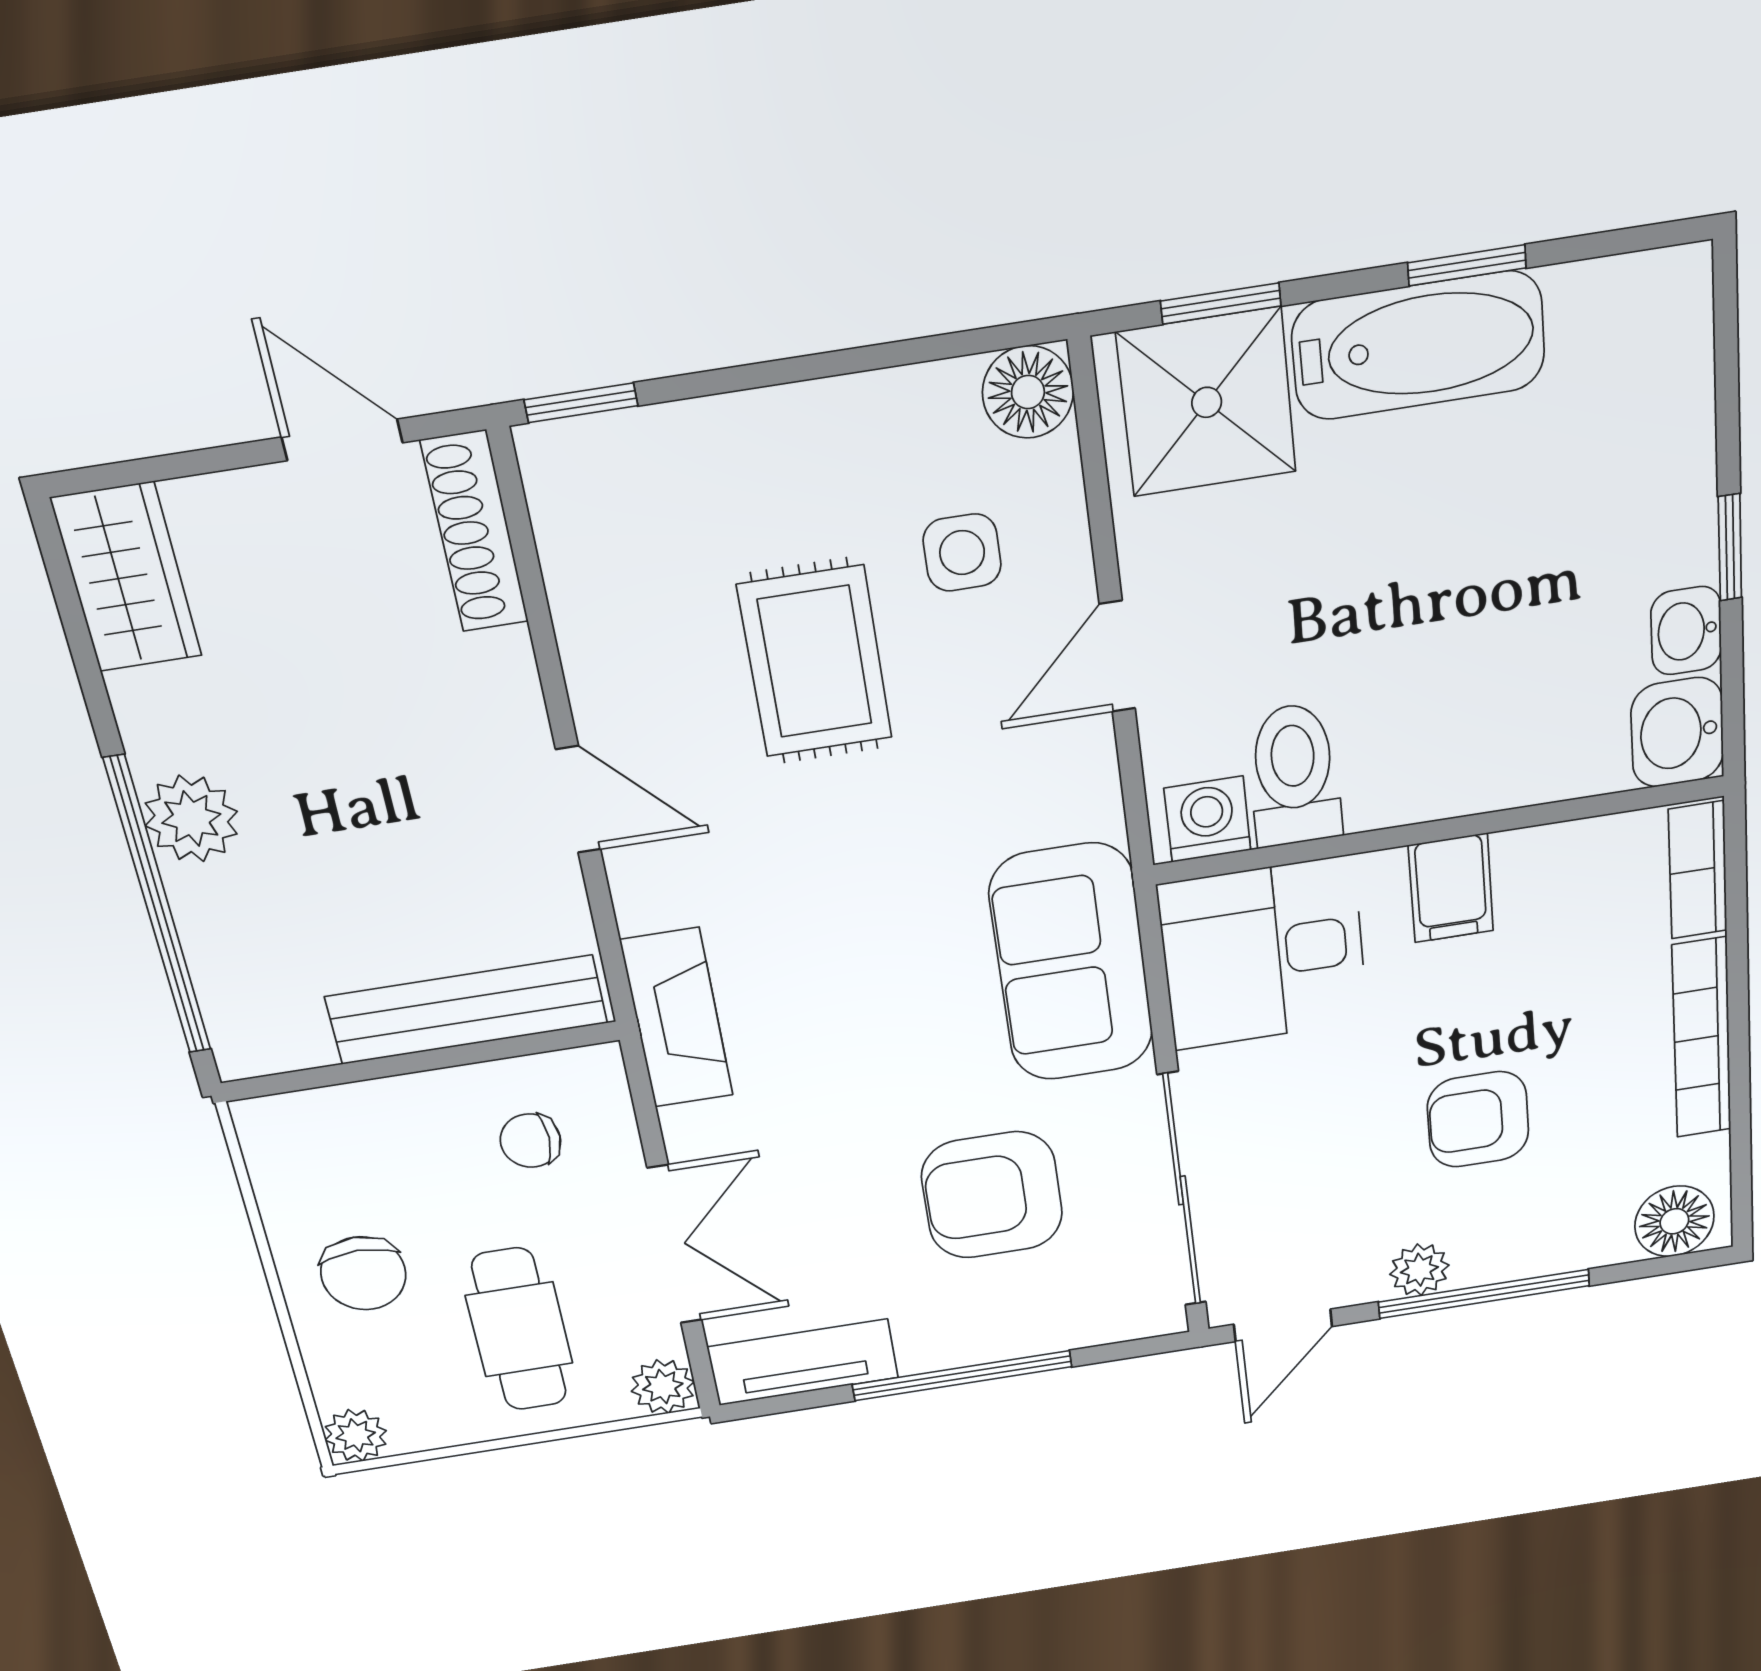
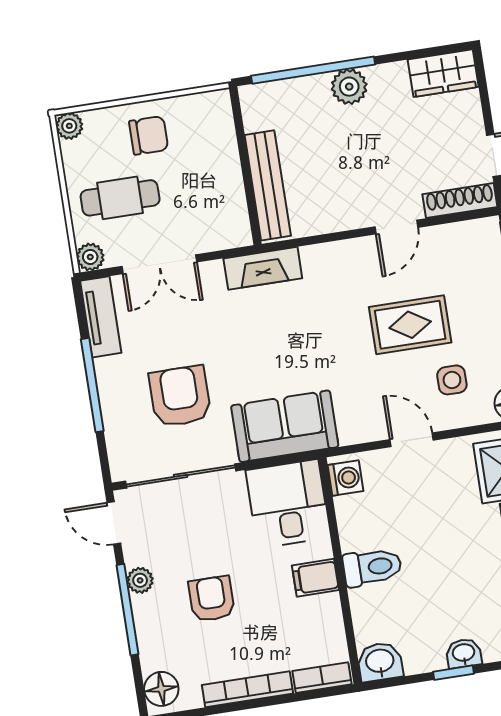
washbasin: (1686, 631) -> (464, 653), moved
toilet: (1294, 775) -> (372, 567), moved
door: (578, 799) -> (396, 227), moved
chair: (530, 1141) -> (209, 207), removed
chair: (363, 1273) -> (149, 135), turned 180

